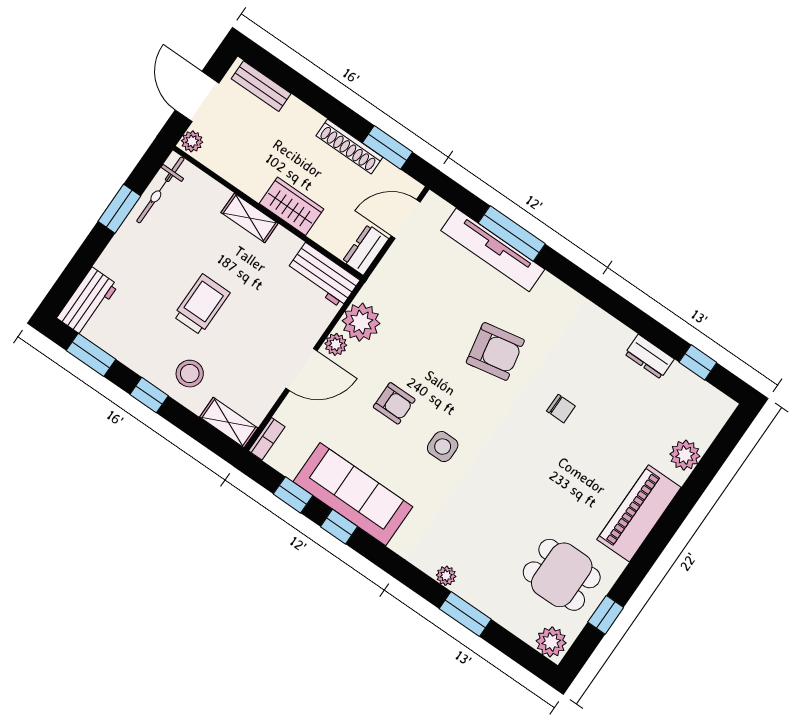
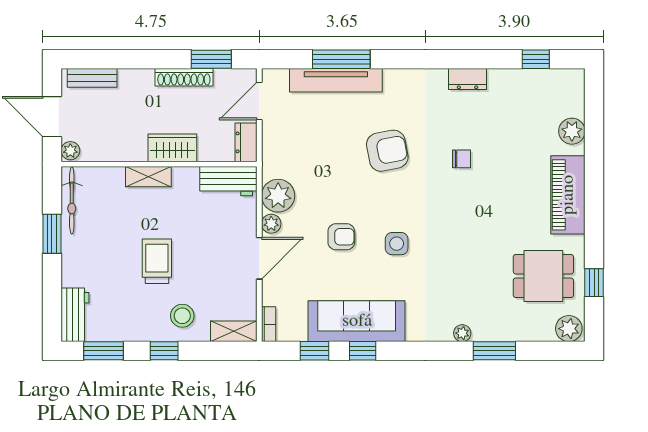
dresser: (649, 357) -> (467, 79), moved

